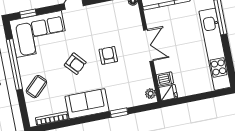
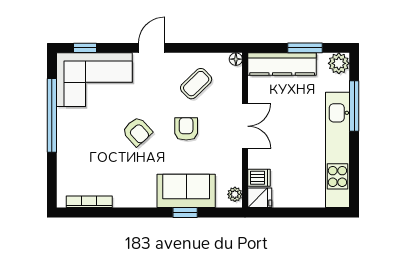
coffee table: (36, 87) -> (196, 84), moved
sofa: (87, 104) -> (186, 191), moved

